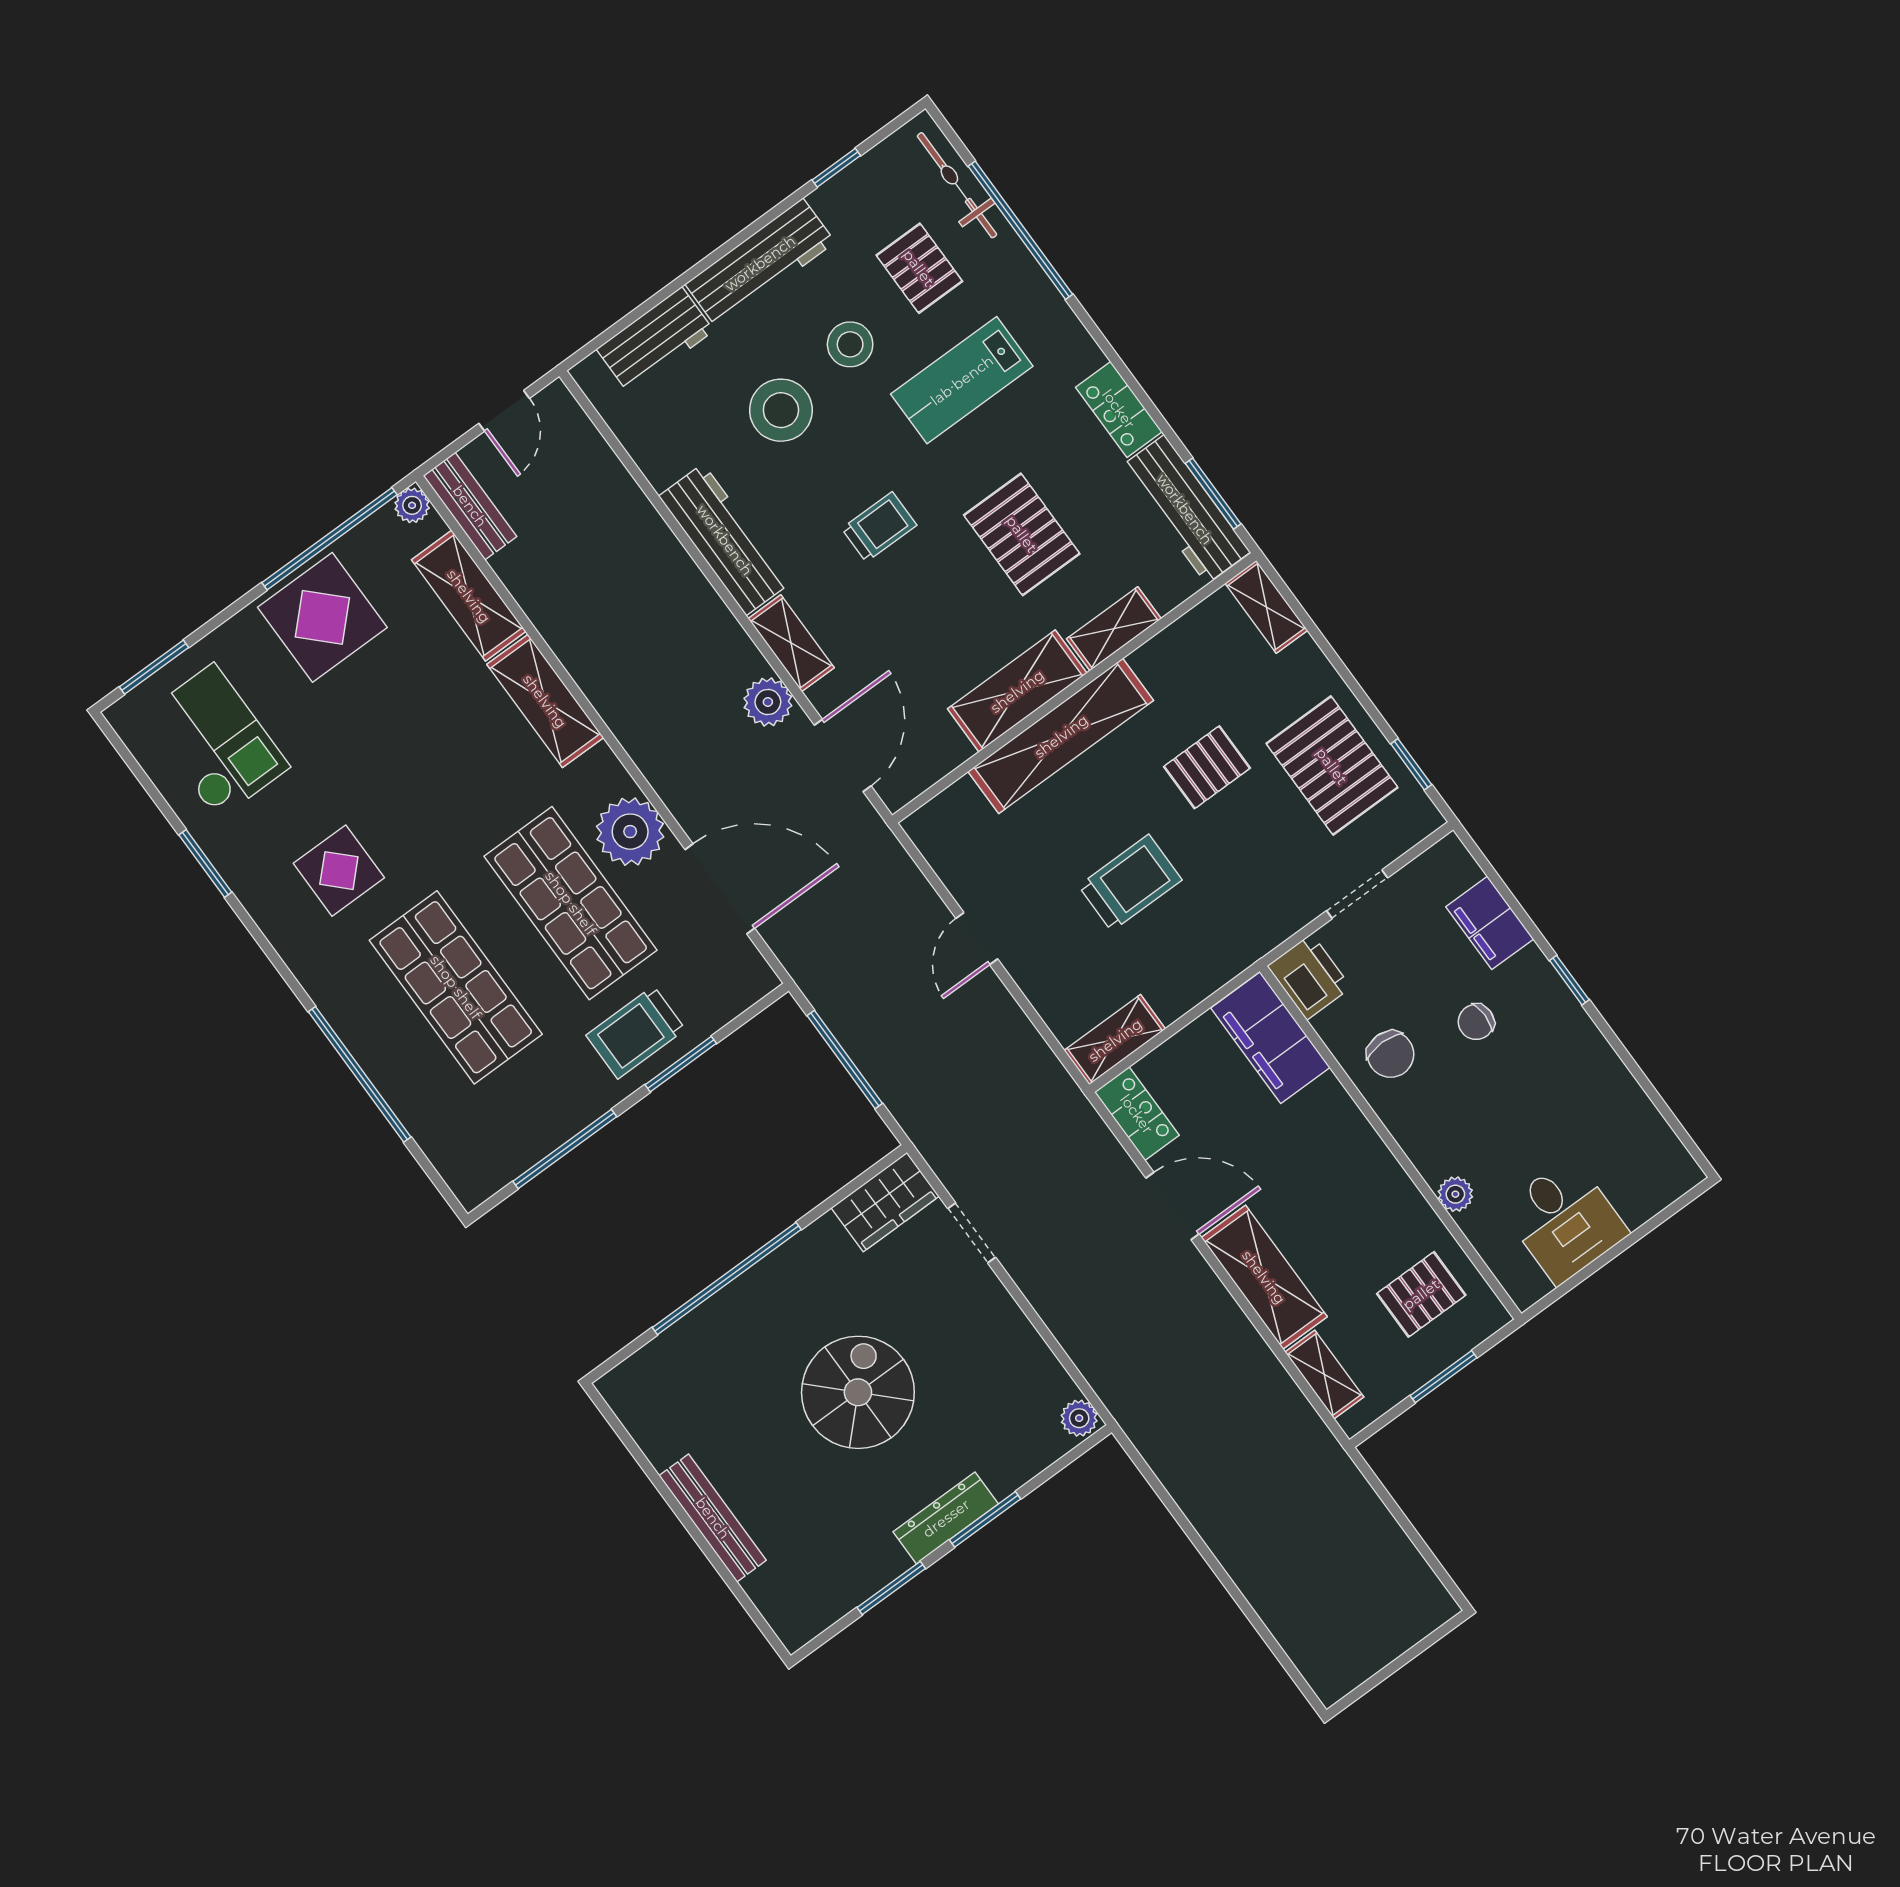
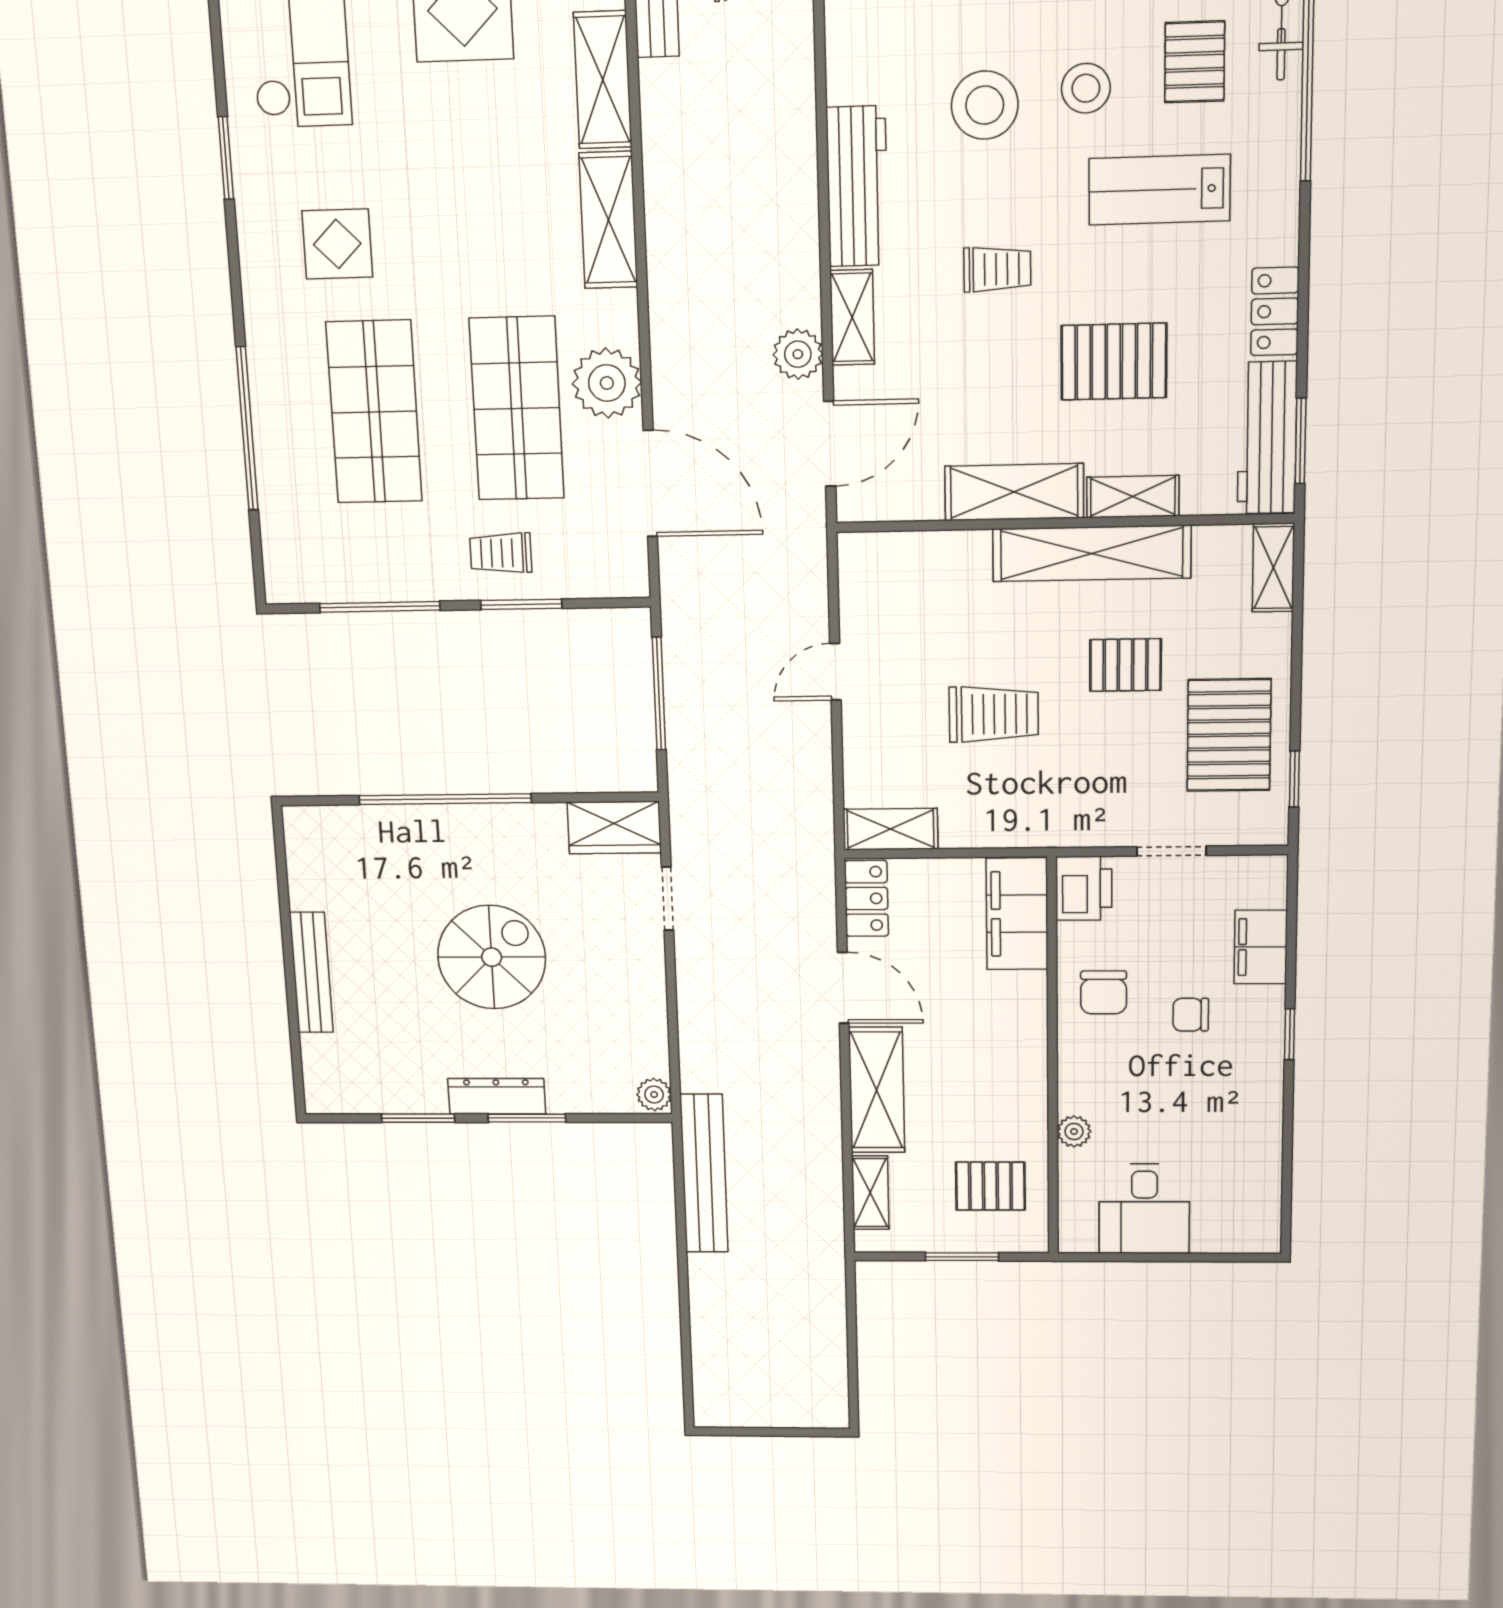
pallet: (1022, 534) -> (1114, 362), turned 90
shelving: (1061, 736) -> (1092, 553), moved
trolley: (636, 1032) -> (501, 553), width x0.73, depth x0.72
bench: (1171, 1460) -> (704, 1173), added

